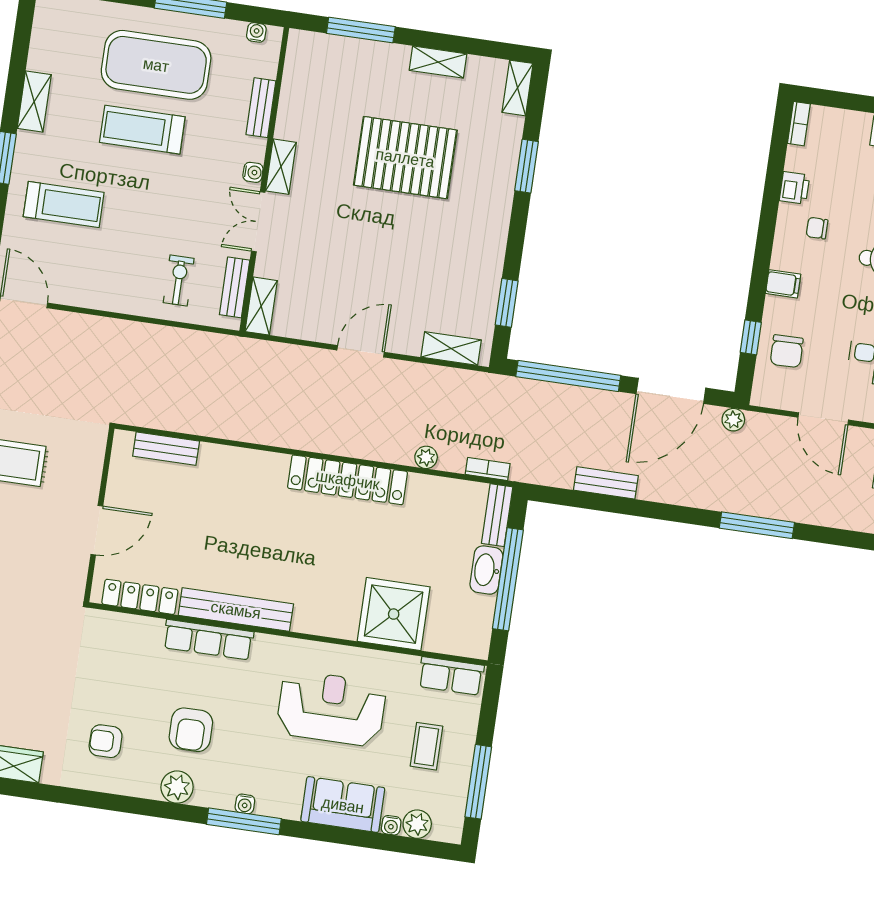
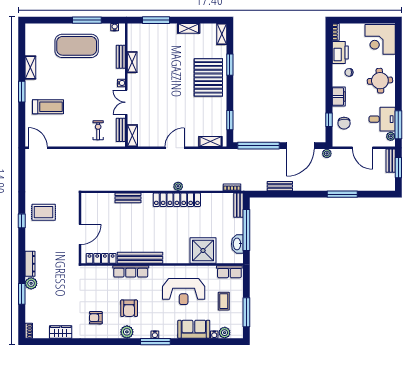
treadmill: (142, 130) -> (75, 72), removed
pallet: (405, 158) -> (208, 77), moved, turned 90
shelving: (281, 167) -> (132, 62), moved
printer: (794, 188) -> (340, 53), width x1.87, depth x1.48
filing cabinet: (783, 284) -> (339, 97), width x2.00
bench: (166, 449) -> (128, 198), moved
plant: (426, 457) -> (178, 186), moved
washbasin: (486, 570) -> (237, 244), moved
reception desk: (331, 708) -> (184, 292), turned 180

